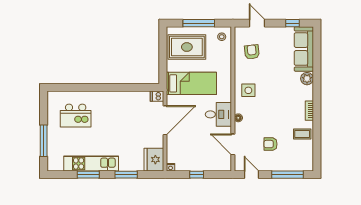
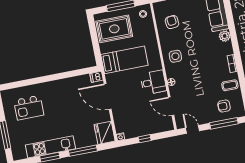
door: (165, 120) -> (108, 97), swing flipped
armchair: (270, 144) -> (224, 106), moved
window: (126, 175) -> (83, 151), width x1.44

